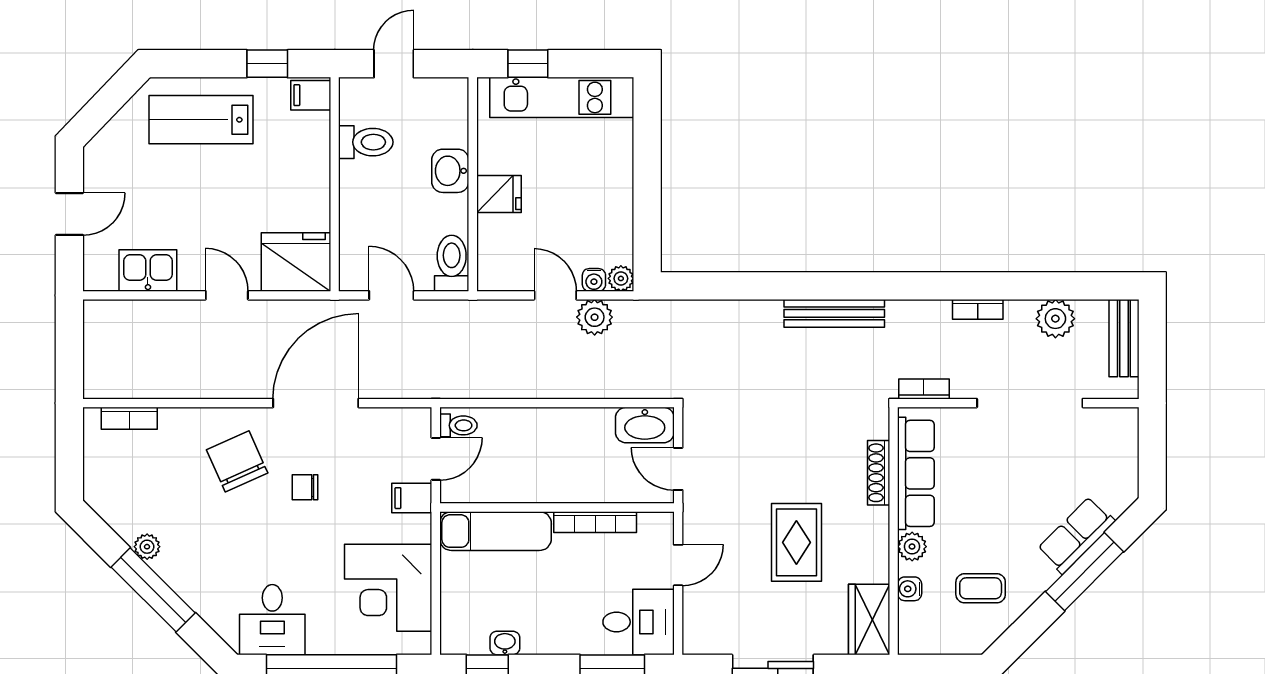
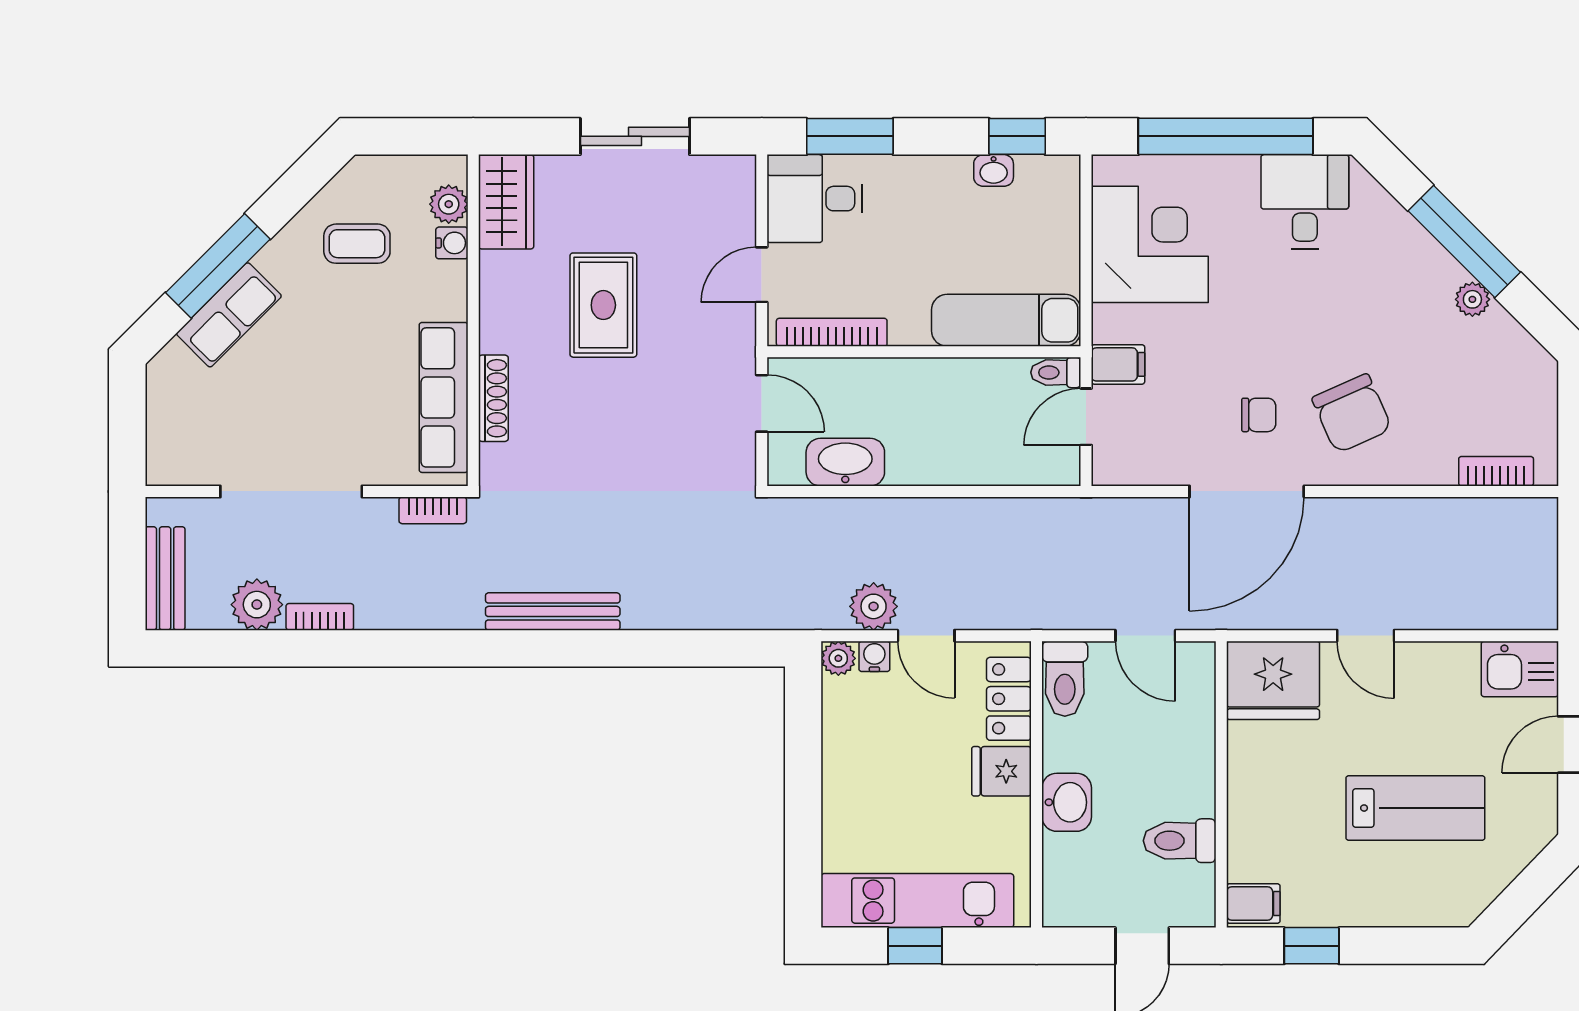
window: (528, 64) -> (915, 946), moved
lab bench: (201, 120) -> (1415, 808), moved
locker: (493, 248) -> (1009, 699), added
kitchen sink: (148, 270) -> (1520, 669), moved
bookcase: (978, 309) -> (320, 617), moved
toilet: (458, 425) -> (1056, 372), moved
washbasin: (645, 425) -> (845, 462), moved
chair: (305, 487) -> (1259, 415), moved
bookcase: (595, 522) -> (832, 332), moved
plant: (912, 547) -> (449, 204), moved

